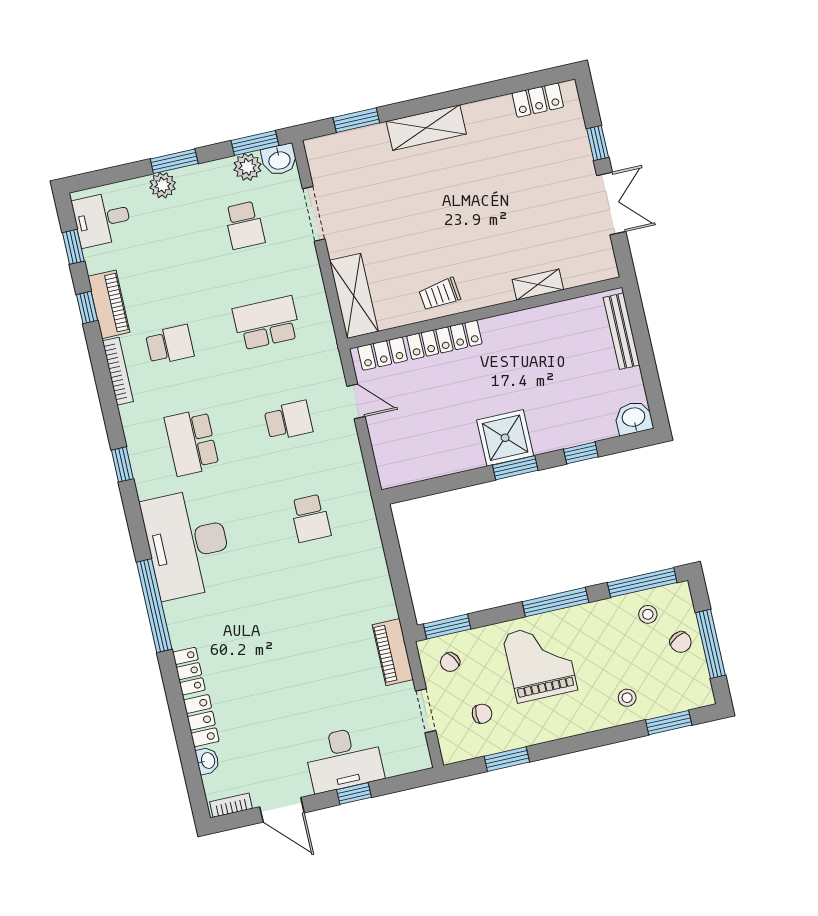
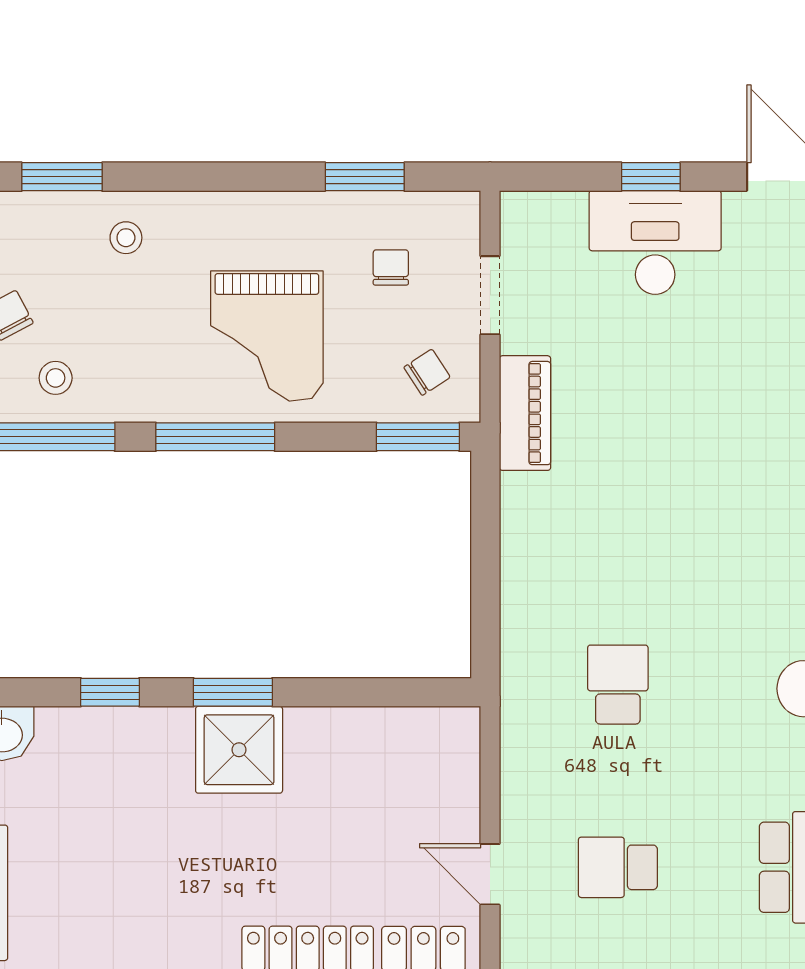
chair: (482, 714) -> (391, 267), turned 90

